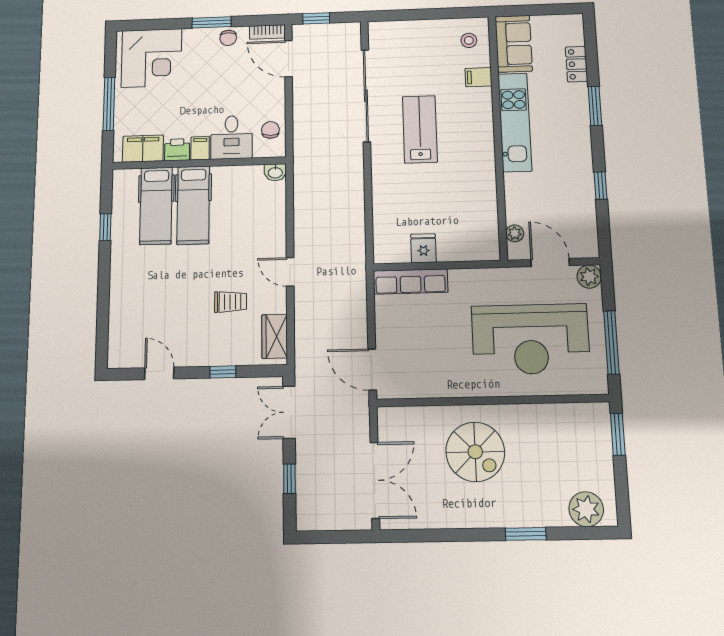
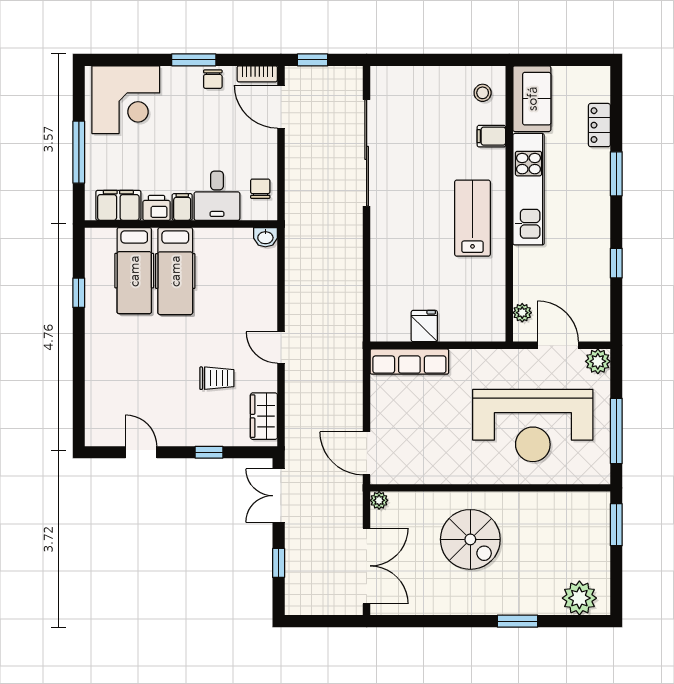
lab bench: (420, 129) -> (473, 218), moved
plant: (385, 415) -> (379, 500), added

